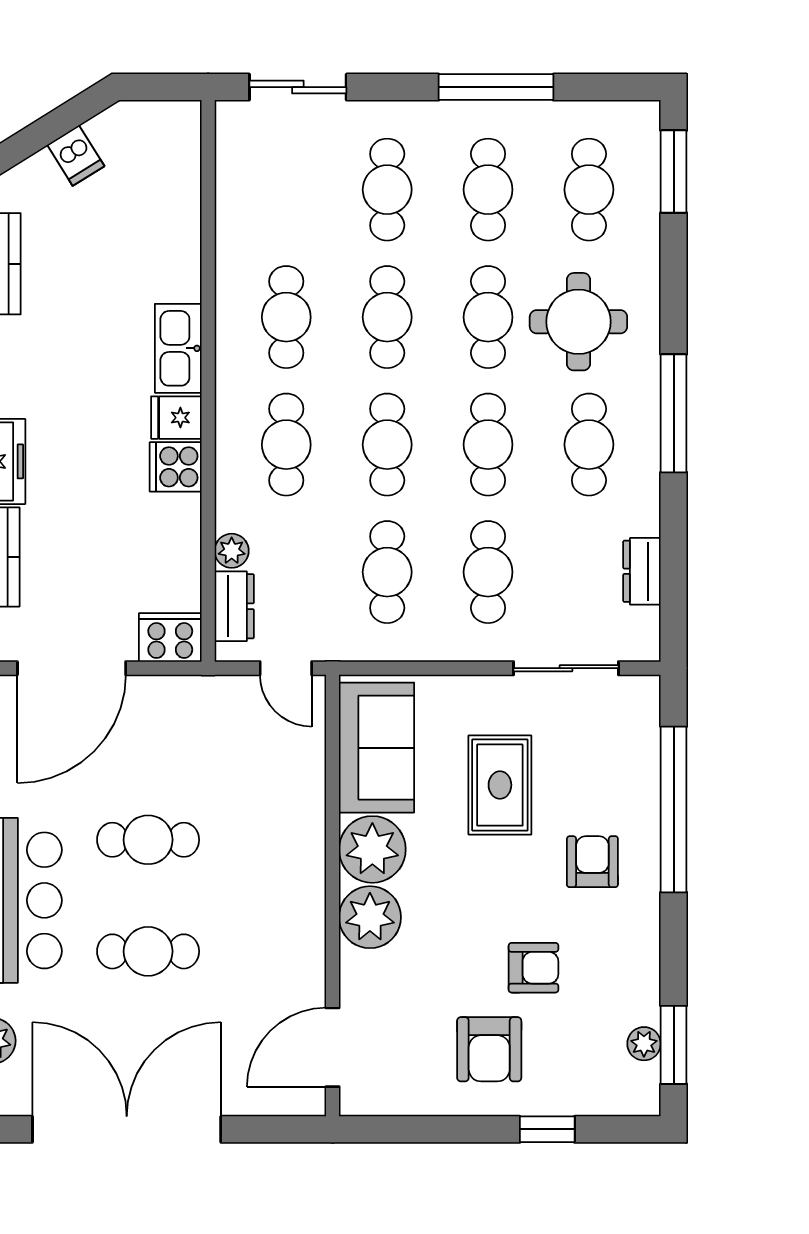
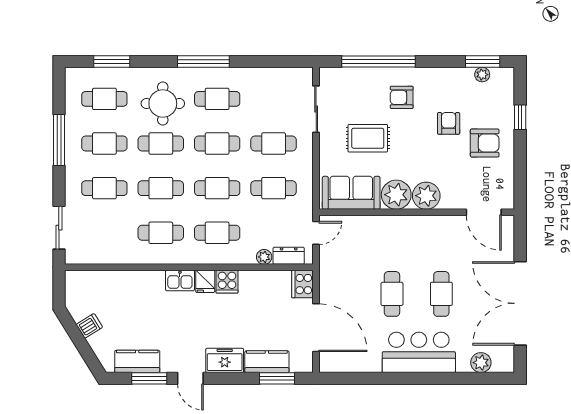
window: (674, 172) -> (112, 61), moved
kitchen sink: (178, 348) -> (180, 281), width x0.73
dresser: (642, 571) -> (273, 75), removed

